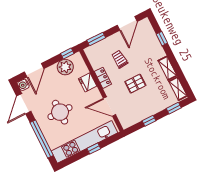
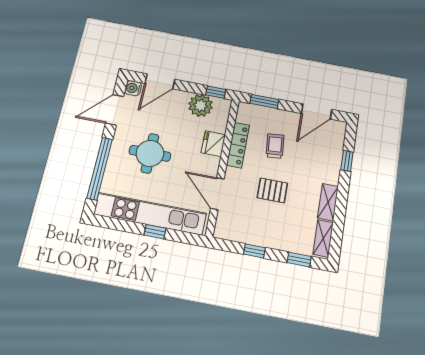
locker: (103, 78) -> (238, 145), width x1.53

